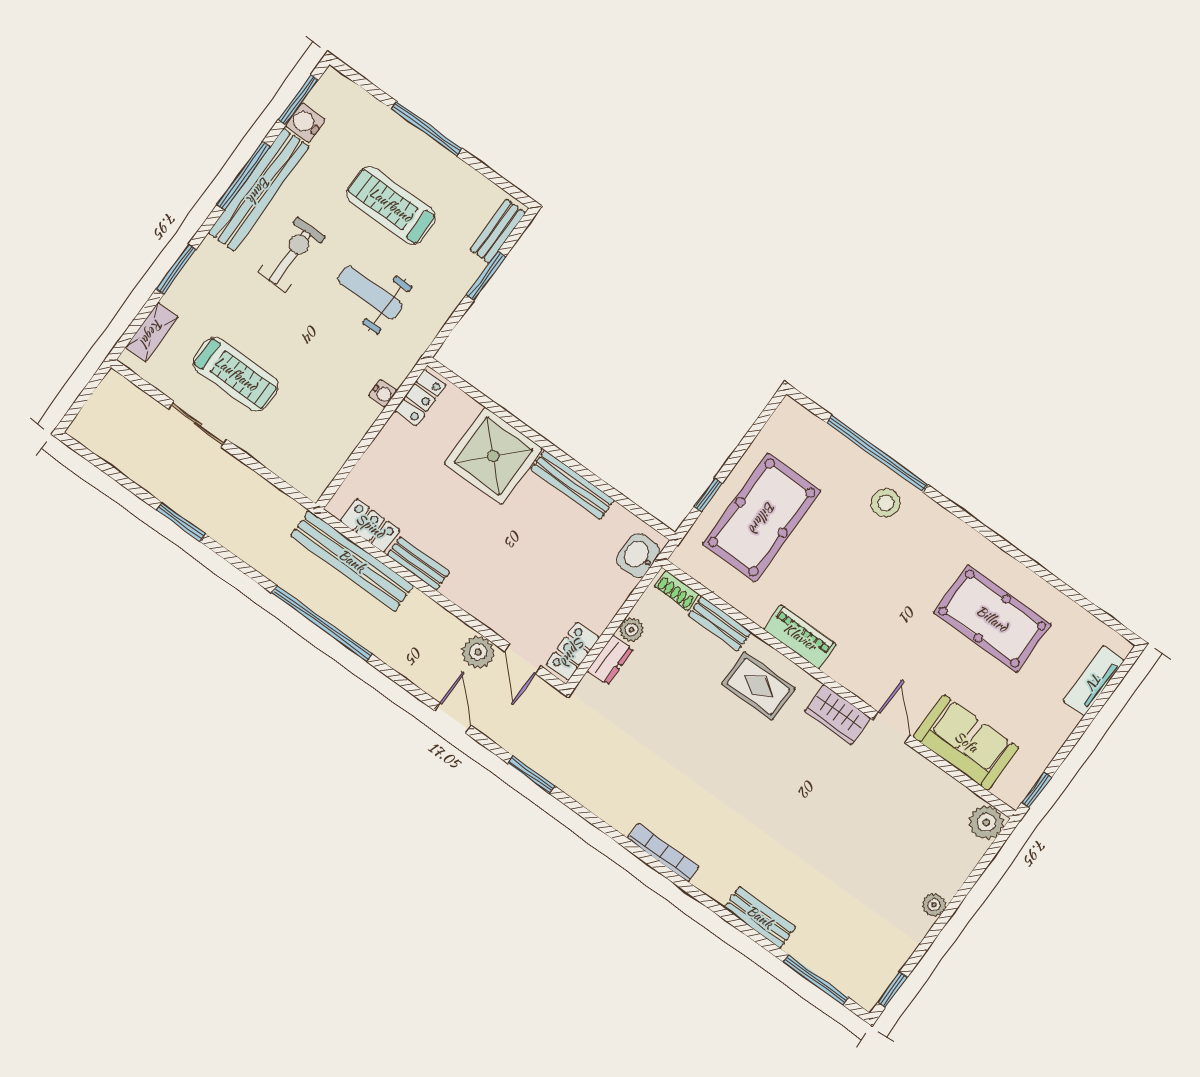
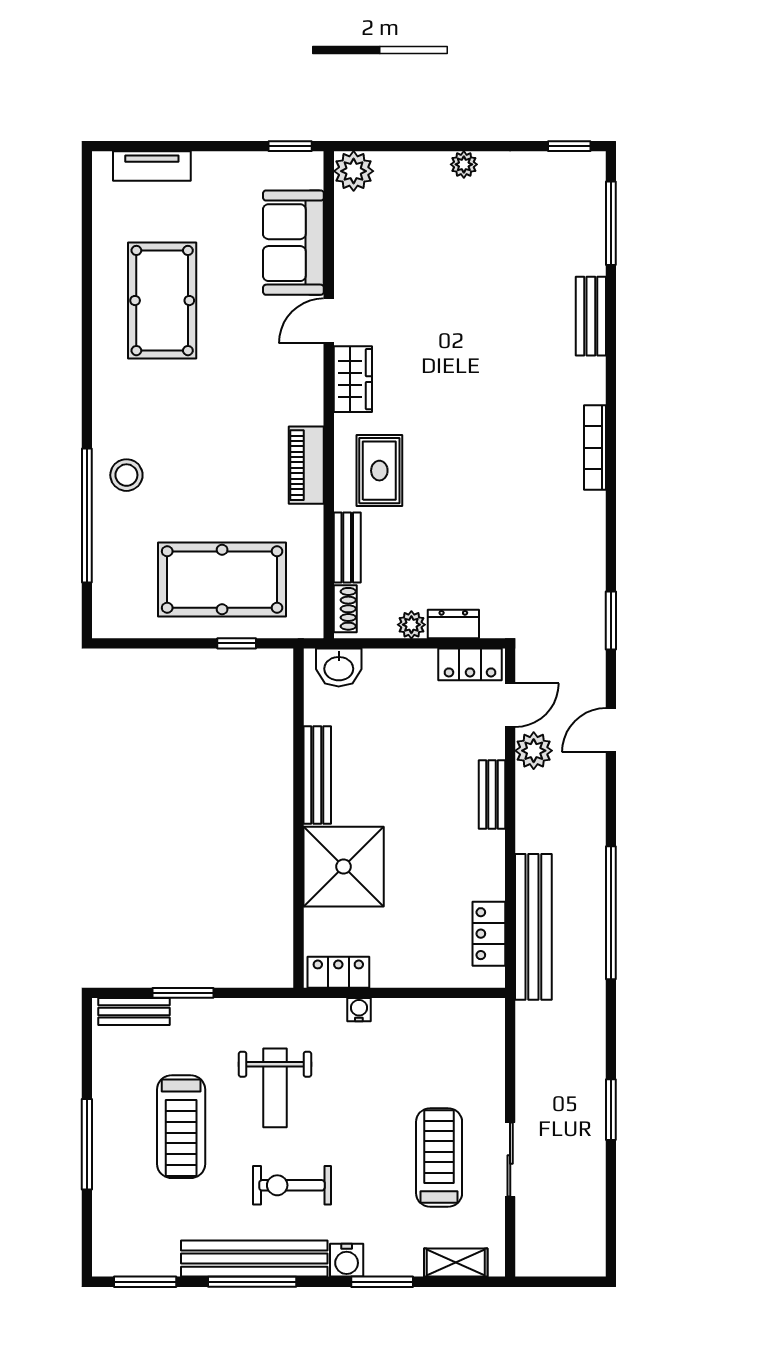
water cooler: (305, 123) -> (347, 1260), moved
bench: (418, 564) -> (492, 794), moved

